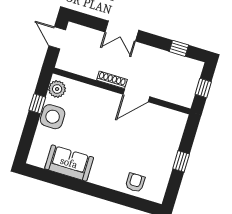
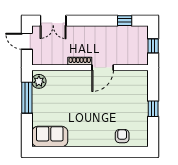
double door: (122, 31) -> (53, 21), moved
window: (37, 104) -> (27, 98), width x2.17
side table: (53, 117) -> (42, 104), removed
sofa: (69, 163) -> (50, 136), moved

